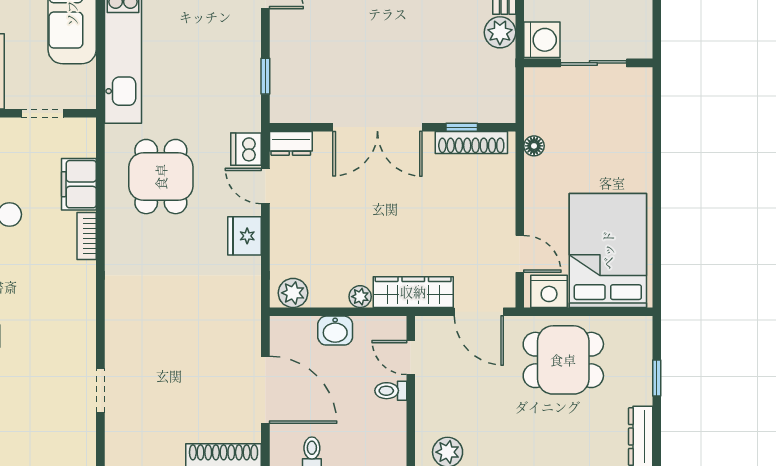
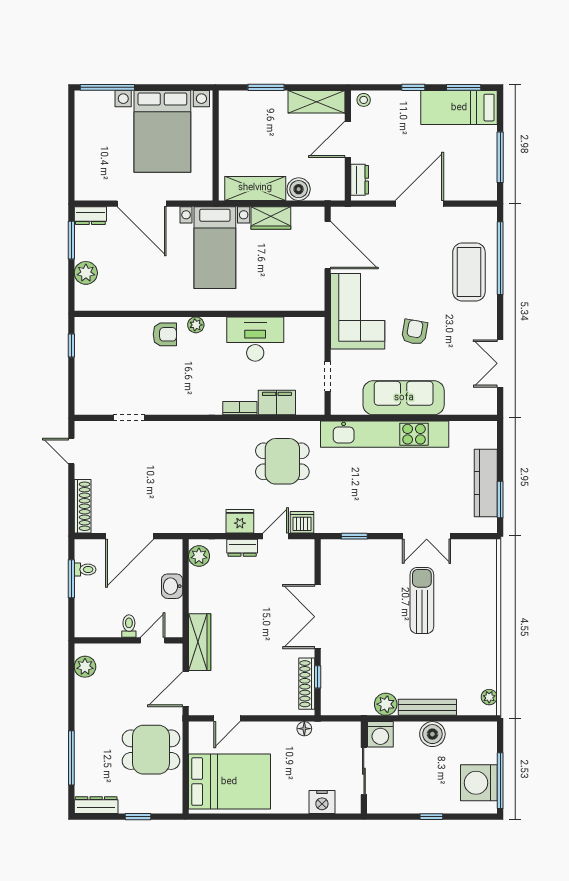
dresser: (291, 143) -> (242, 548), moved, turned -90
nightstand: (549, 291) -> (322, 802), moved, turned -90
plant: (360, 297) -> (196, 604), removed
dining table: (563, 360) -> (151, 750), turned 90

